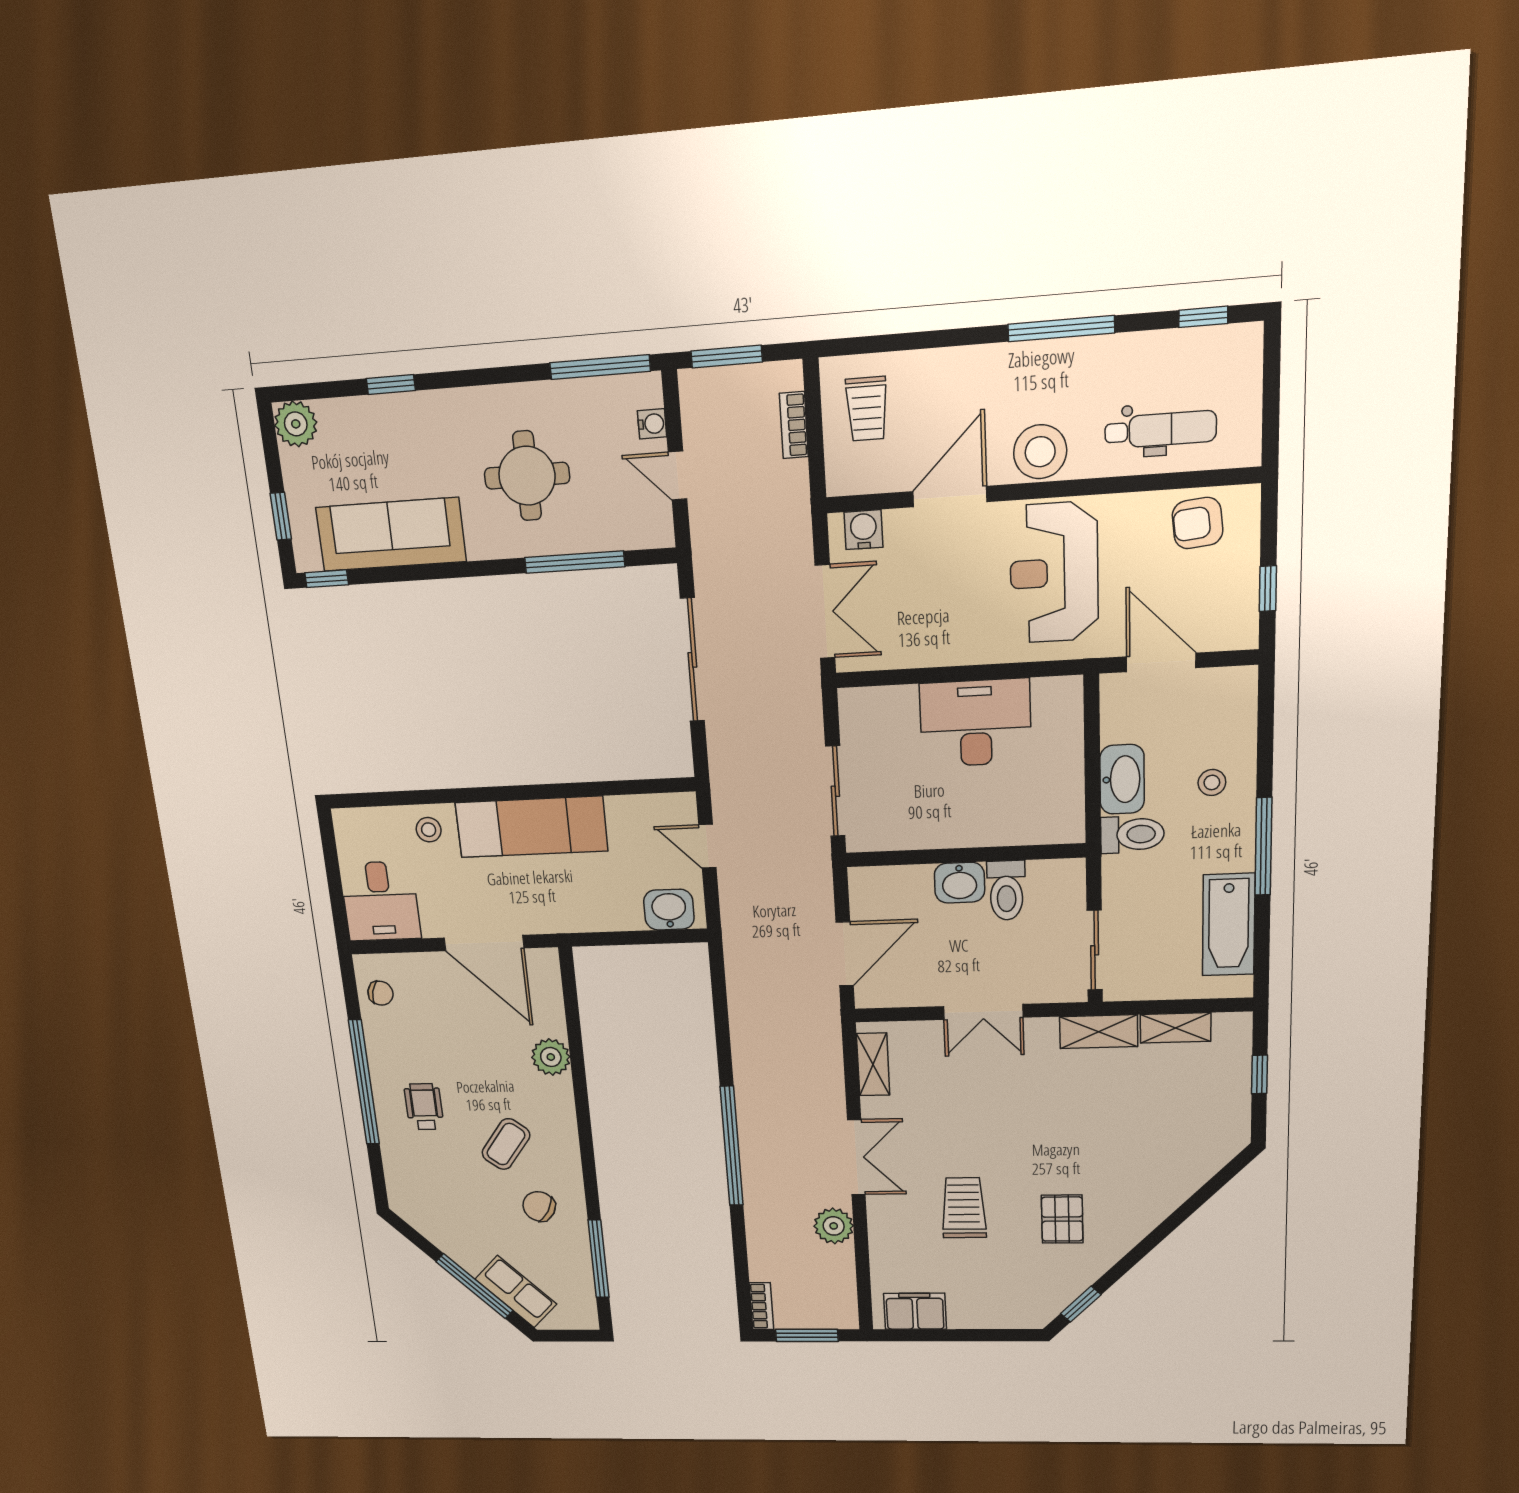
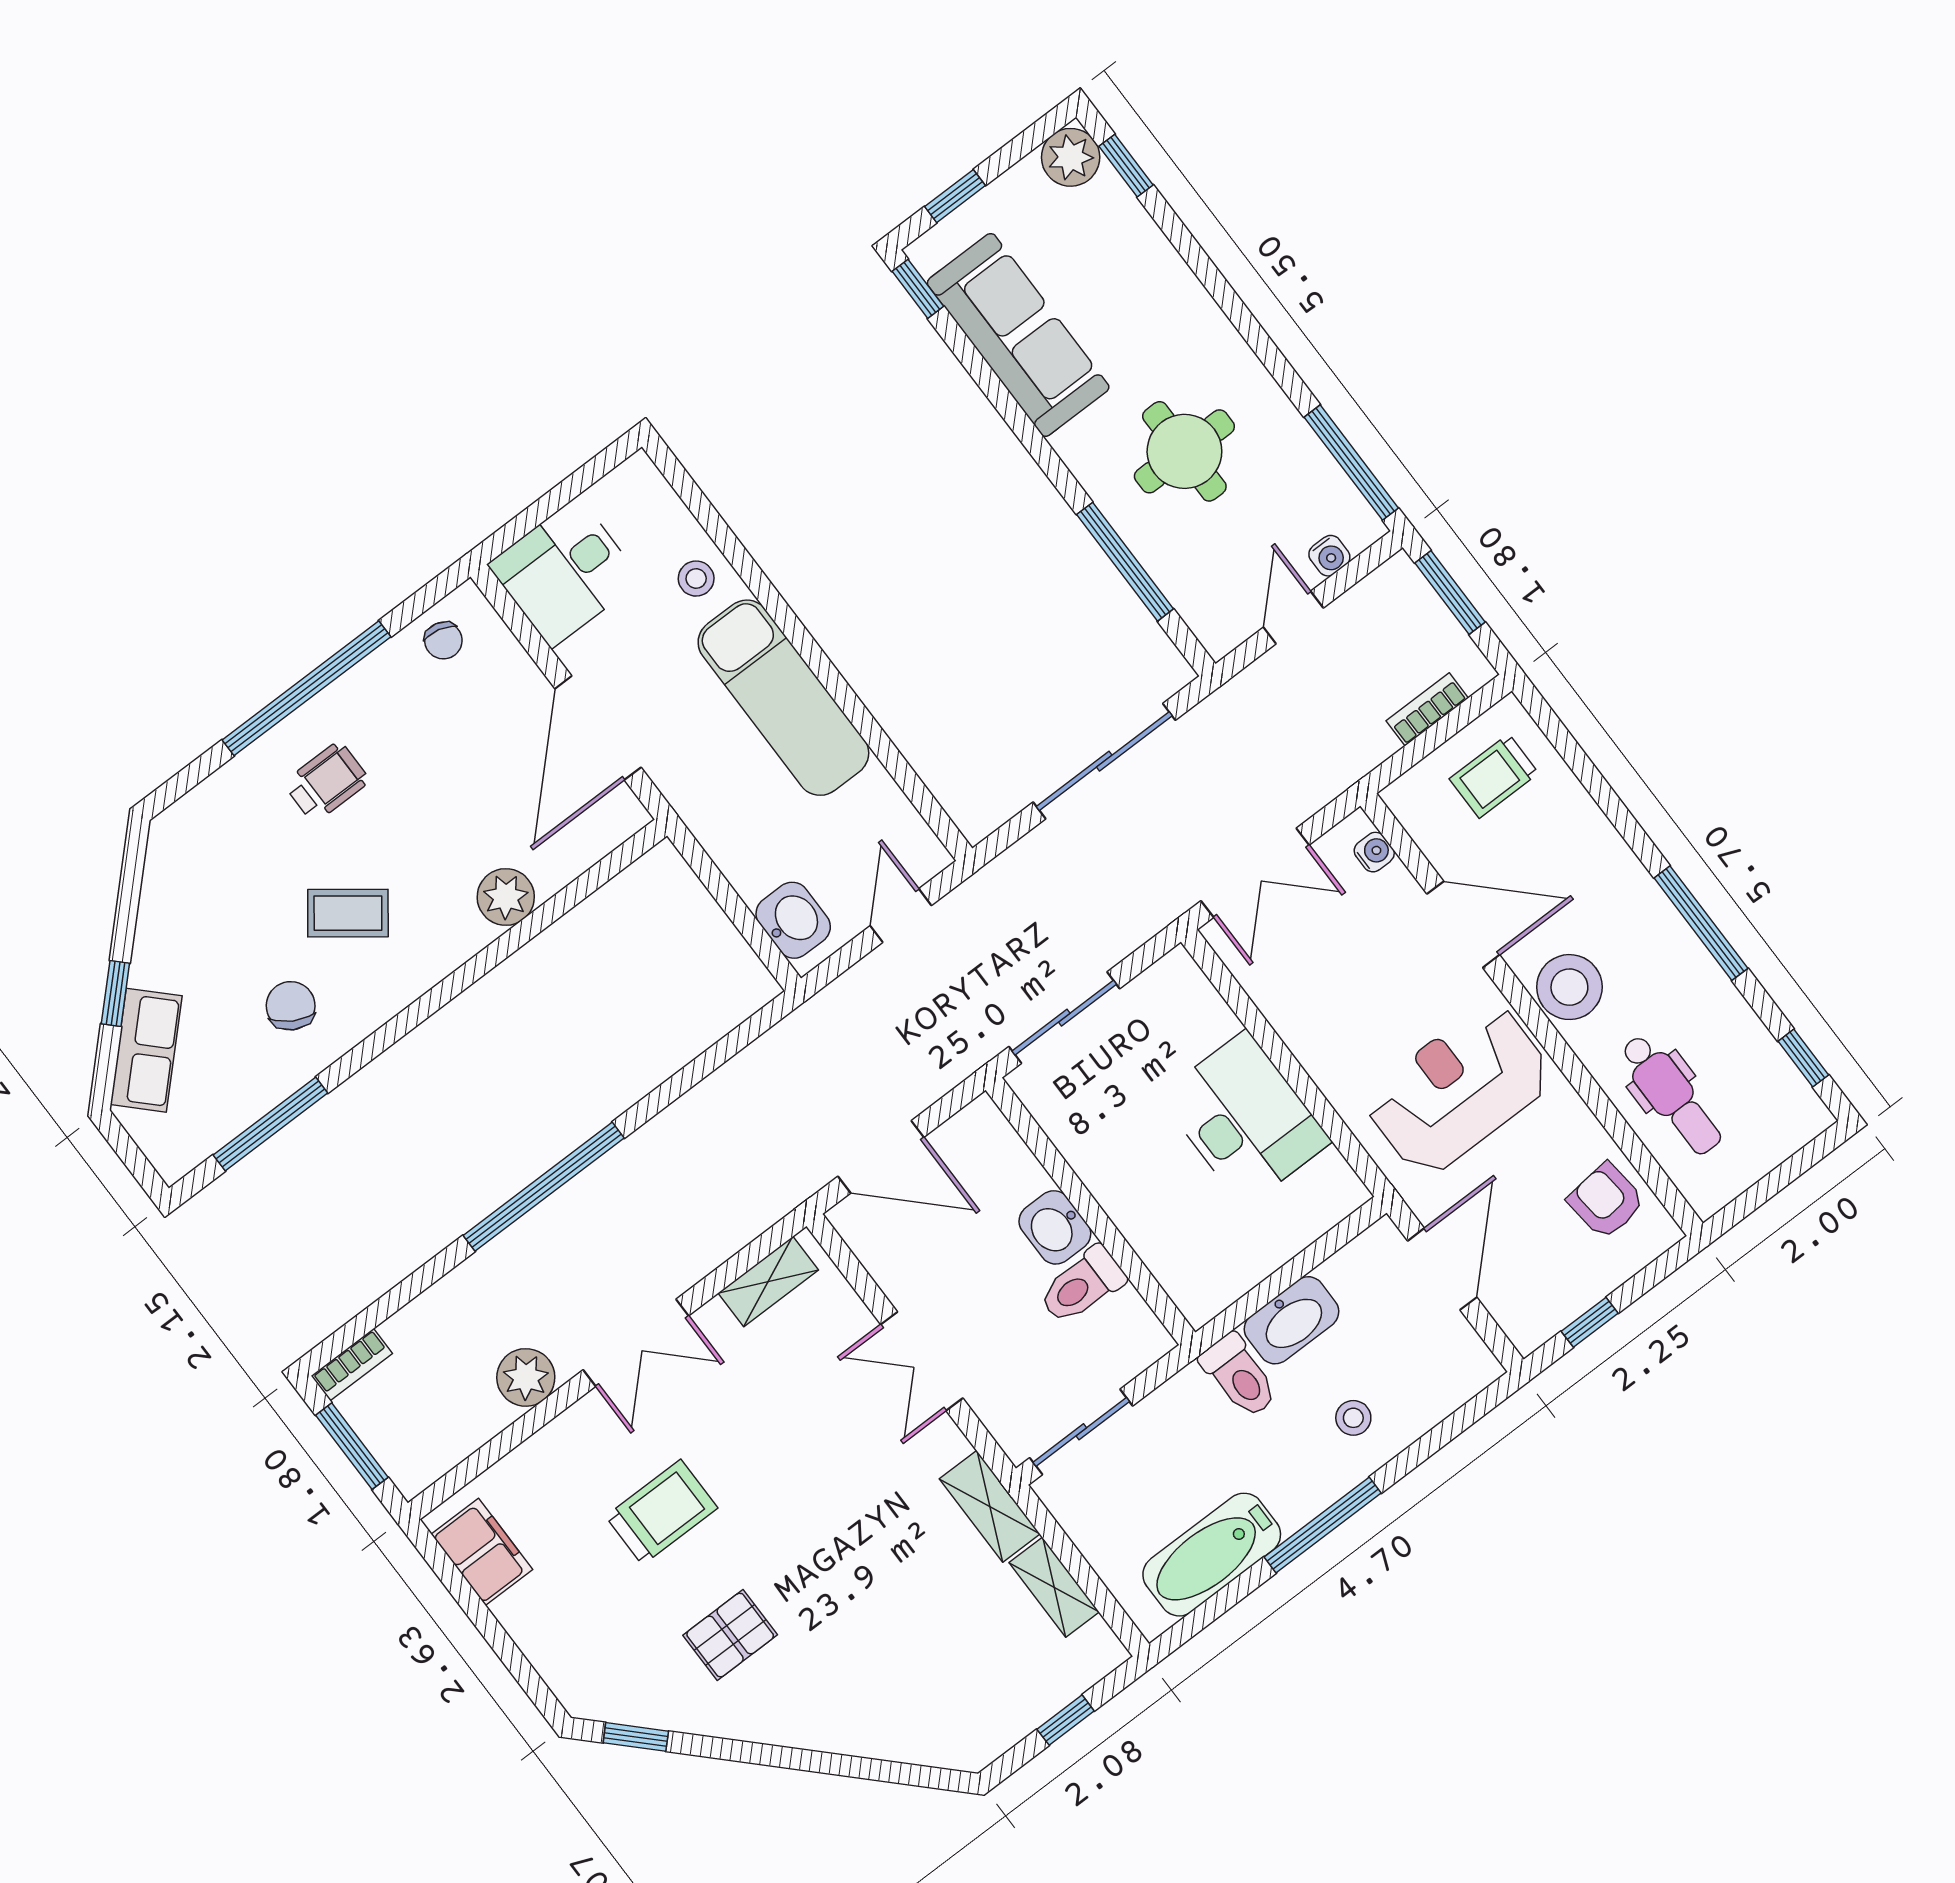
window: (391, 384) -> (1126, 166), moved
water cooler: (863, 530) -> (1374, 852), width x0.72, depth x0.72
window: (474, 1286) -> (115, 993), width x0.46

